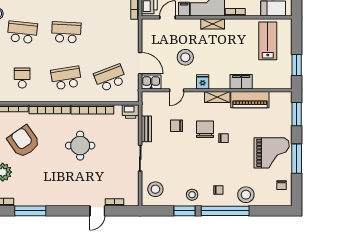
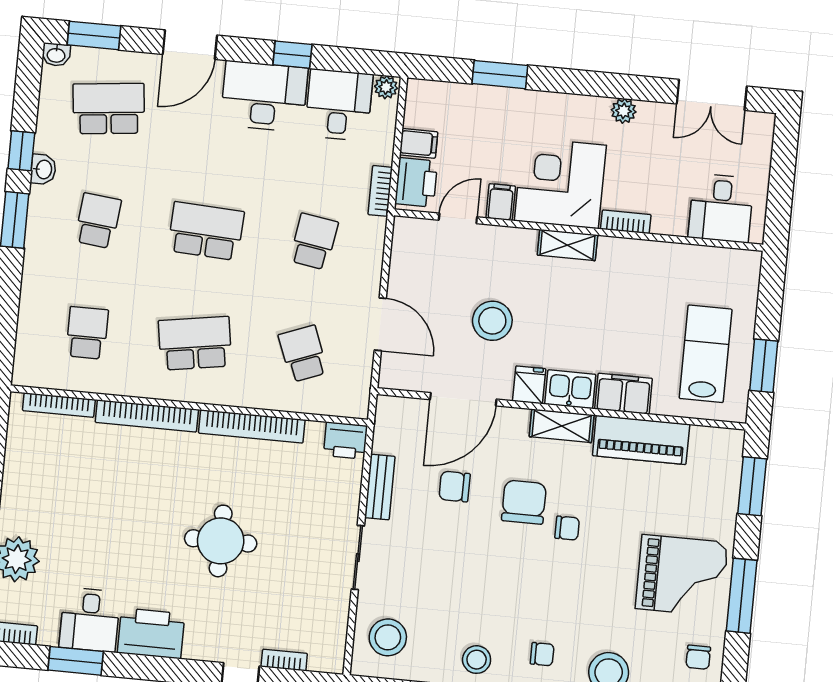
school desk: (22, 32) -> (98, 221), width x0.54
school desk: (110, 32) -> (314, 242), added
lab bench: (268, 41) -> (706, 354), moved
school desk: (110, 78) -> (303, 354), width x0.54
kitchen sink: (151, 82) -> (570, 389), moved
door: (177, 90) -> (463, 399), width x1.87
armchair: (24, 141) -> (76, 489), removed
round table: (80, 146) -> (221, 541), moved
desk: (34, 194) -> (90, 620), added
printer: (60, 197) -> (151, 633), added
window: (30, 211) -> (76, 661), width x0.69

